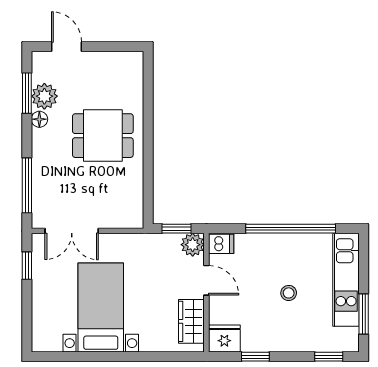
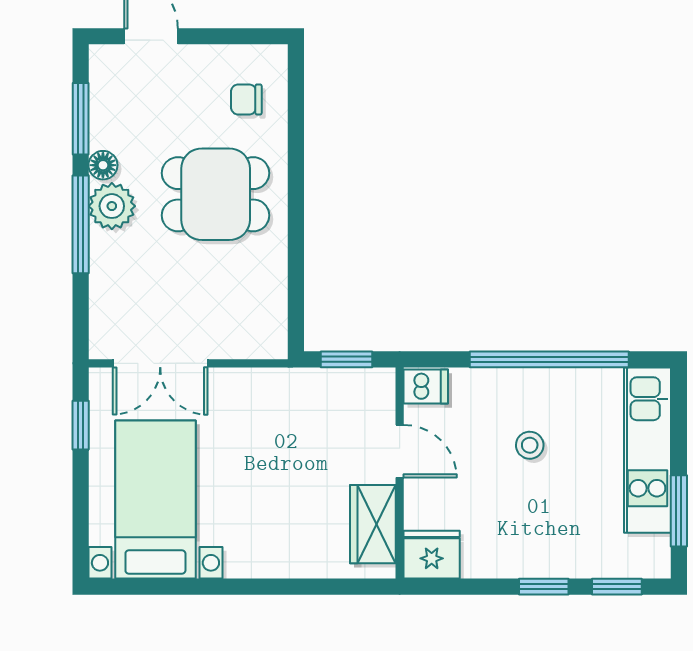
chair: (120, 82) -> (246, 99), added
plant: (44, 96) -> (112, 206), moved
window: (27, 185) -> (81, 224), moved
plant: (193, 245) -> (375, 388), removed
stool: (289, 293) -> (530, 445), moved
bed with nightstands: (101, 307) -> (155, 500), moved
window: (255, 357) -> (544, 587), moved

